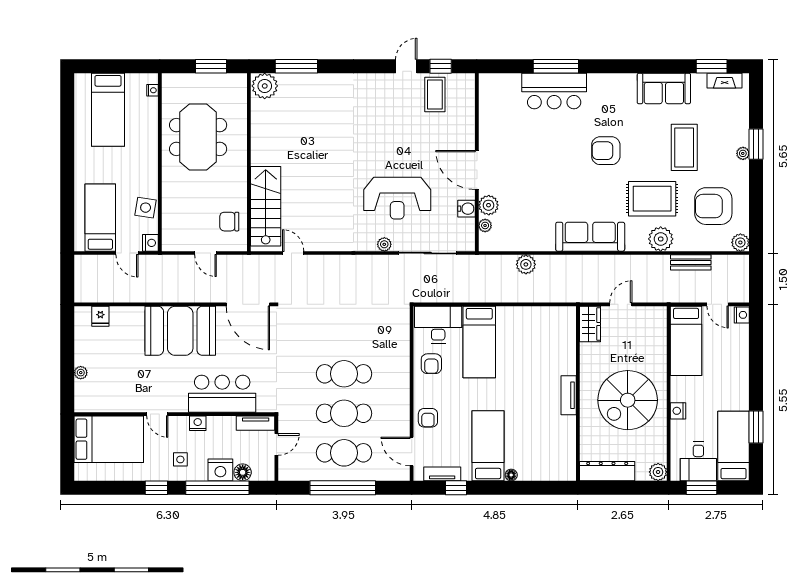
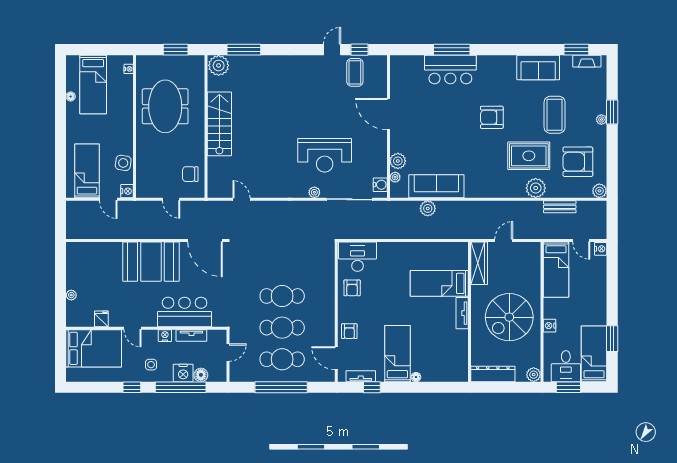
floor lamp: (80, 125) -> (71, 96), added
door: (477, 170) -> (388, 114), moved
stairs: (266, 206) -> (219, 124), moved
water cooler: (466, 209) -> (380, 185), moved
sofa: (590, 237) -> (436, 186), moved
fridge: (100, 316) -> (101, 319), moved, turned 180
wardrobe: (590, 324) -> (479, 263), width x1.50
bed: (479, 342) -> (439, 283), moved, turned 90
tv unit: (256, 423) -> (191, 335), moved

